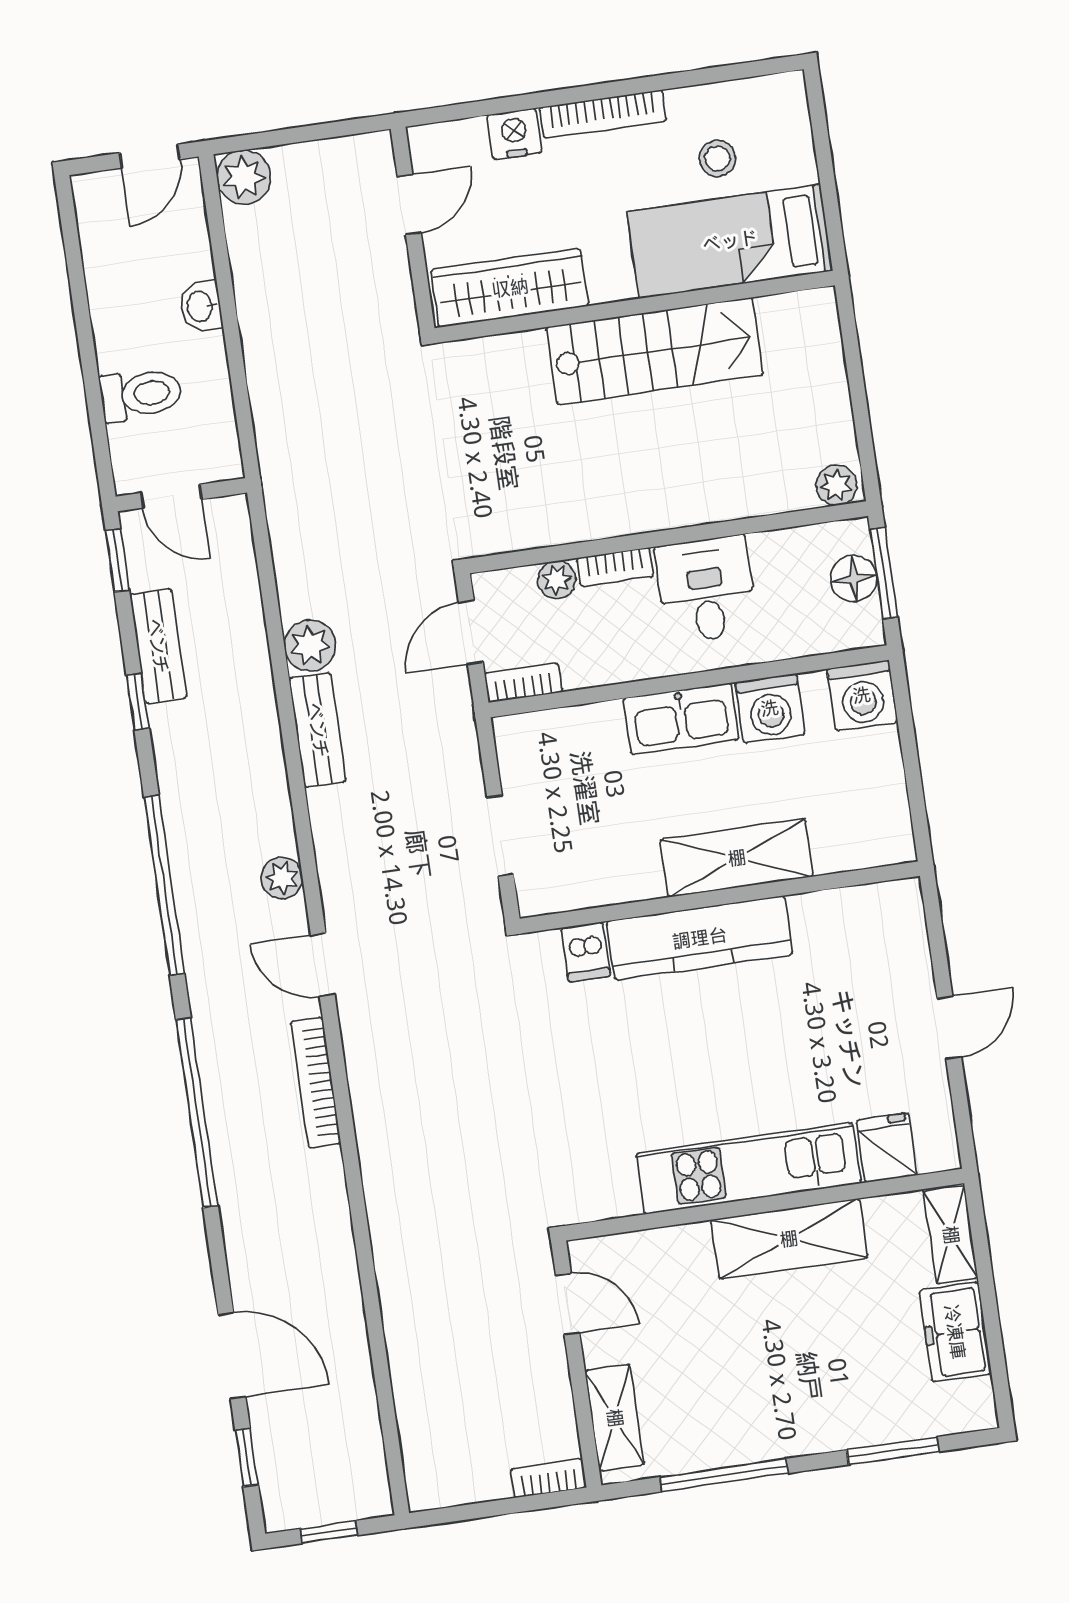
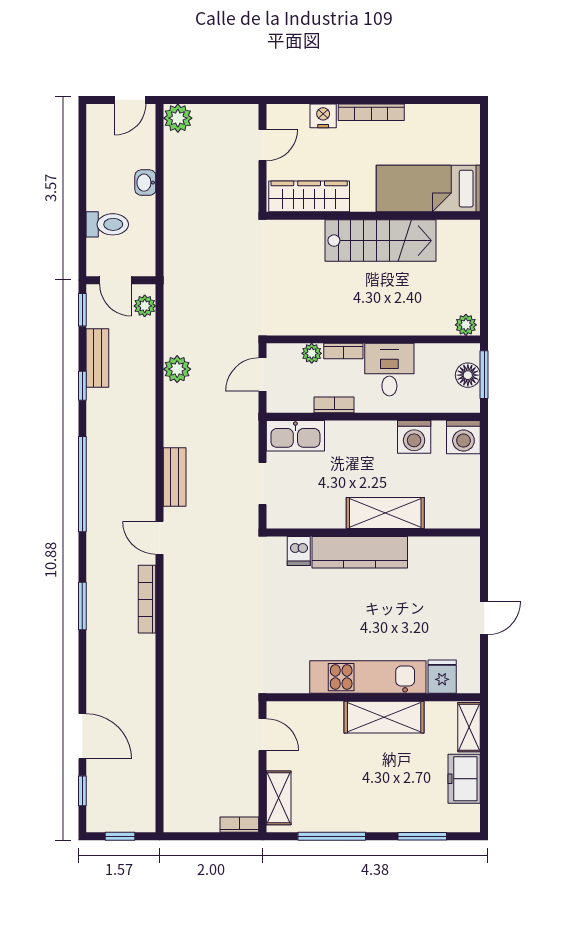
stool: (717, 158) -> (428, 144), removed
bookcase: (523, 683) -> (334, 405), moved
kitchen sink: (681, 719) -> (295, 436), moved
bench: (318, 730) -> (175, 477), moved
plant: (282, 878) -> (145, 306), moved
window: (197, 1113) -> (82, 606), width x0.47

